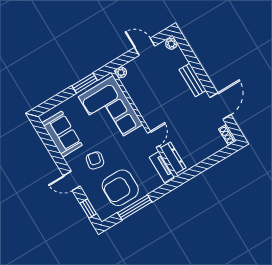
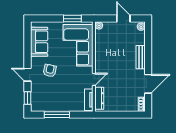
armchair: (120, 188) -> (55, 97), removed

